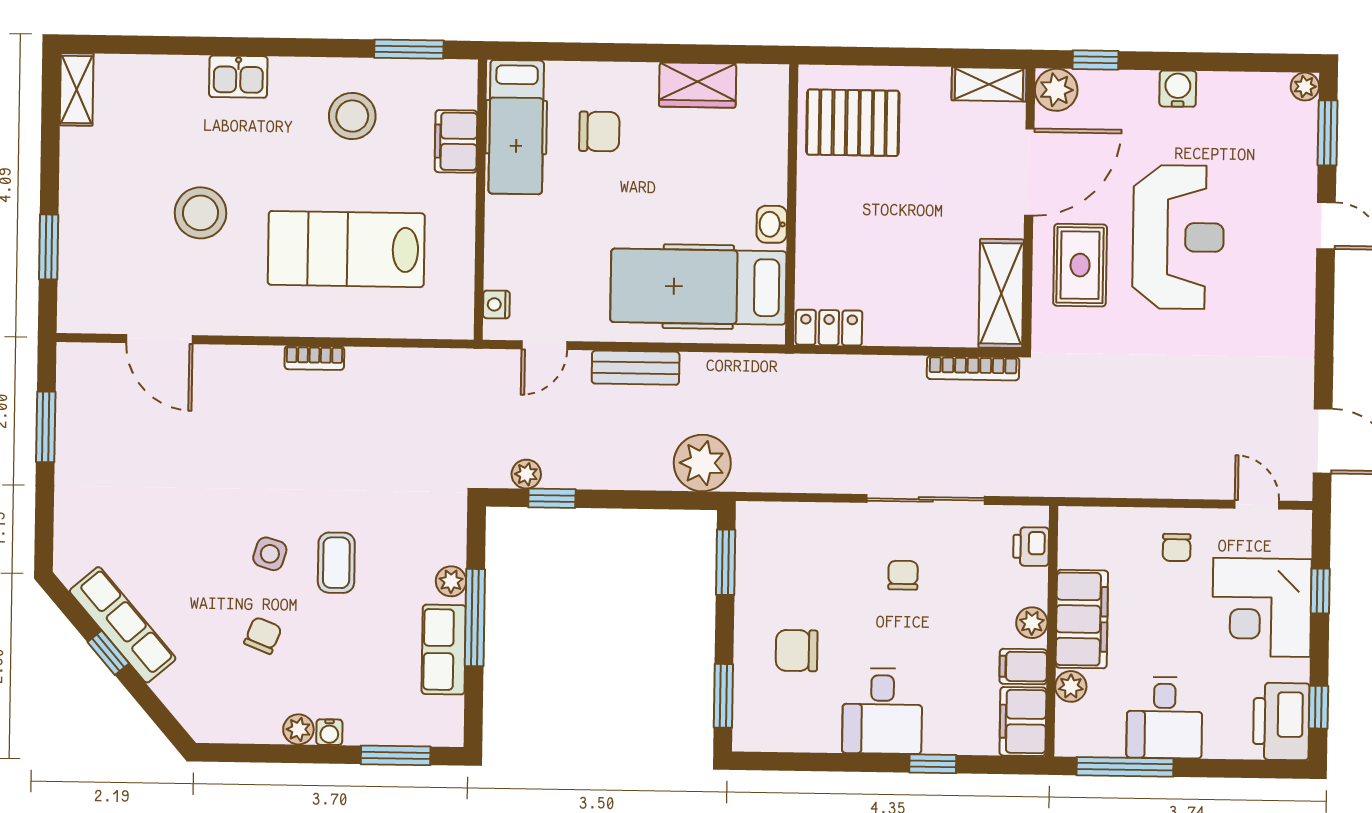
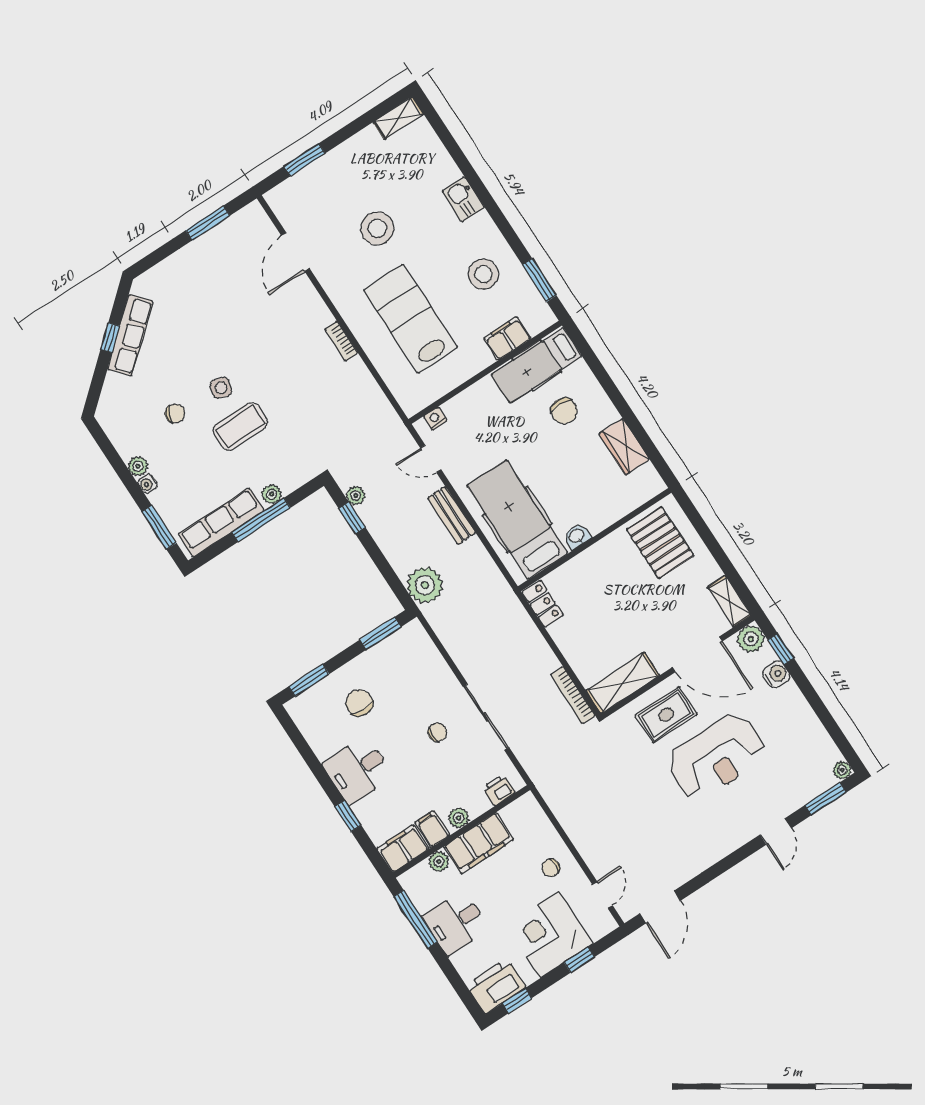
water cooler: (1178, 89) -> (776, 674), moved
coffee table: (336, 563) -> (240, 426), width x1.36, depth x1.30
row of seats: (444, 650) -> (221, 522), width x1.48

